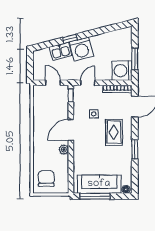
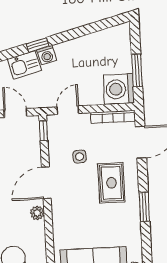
washing machine: (81, 49) -> (47, 55), width x0.53, depth x0.53

